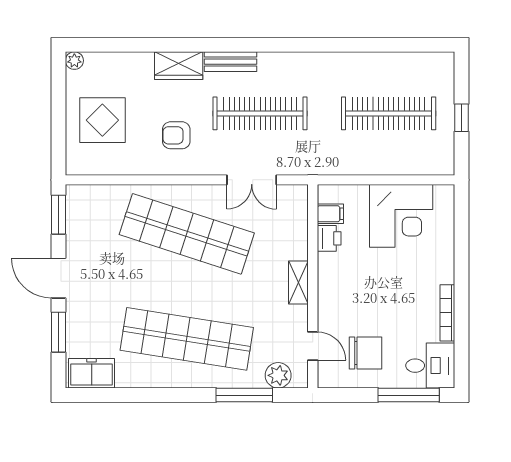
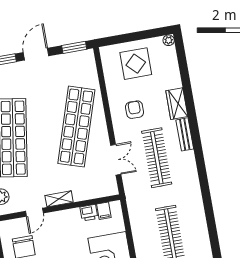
double door: (252, 180) -> (116, 160), swing flipped
door: (313, 346) -> (34, 212), moved

